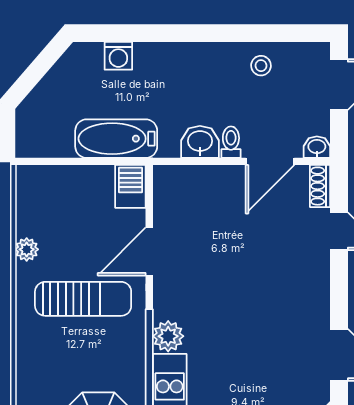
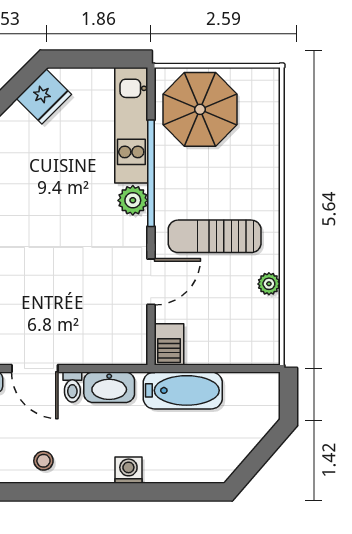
washing machine: (118, 56) -> (128, 470), moved
washbasin: (200, 142) -> (109, 387), width x1.38
door: (270, 161) -> (35, 368), swing flipped

